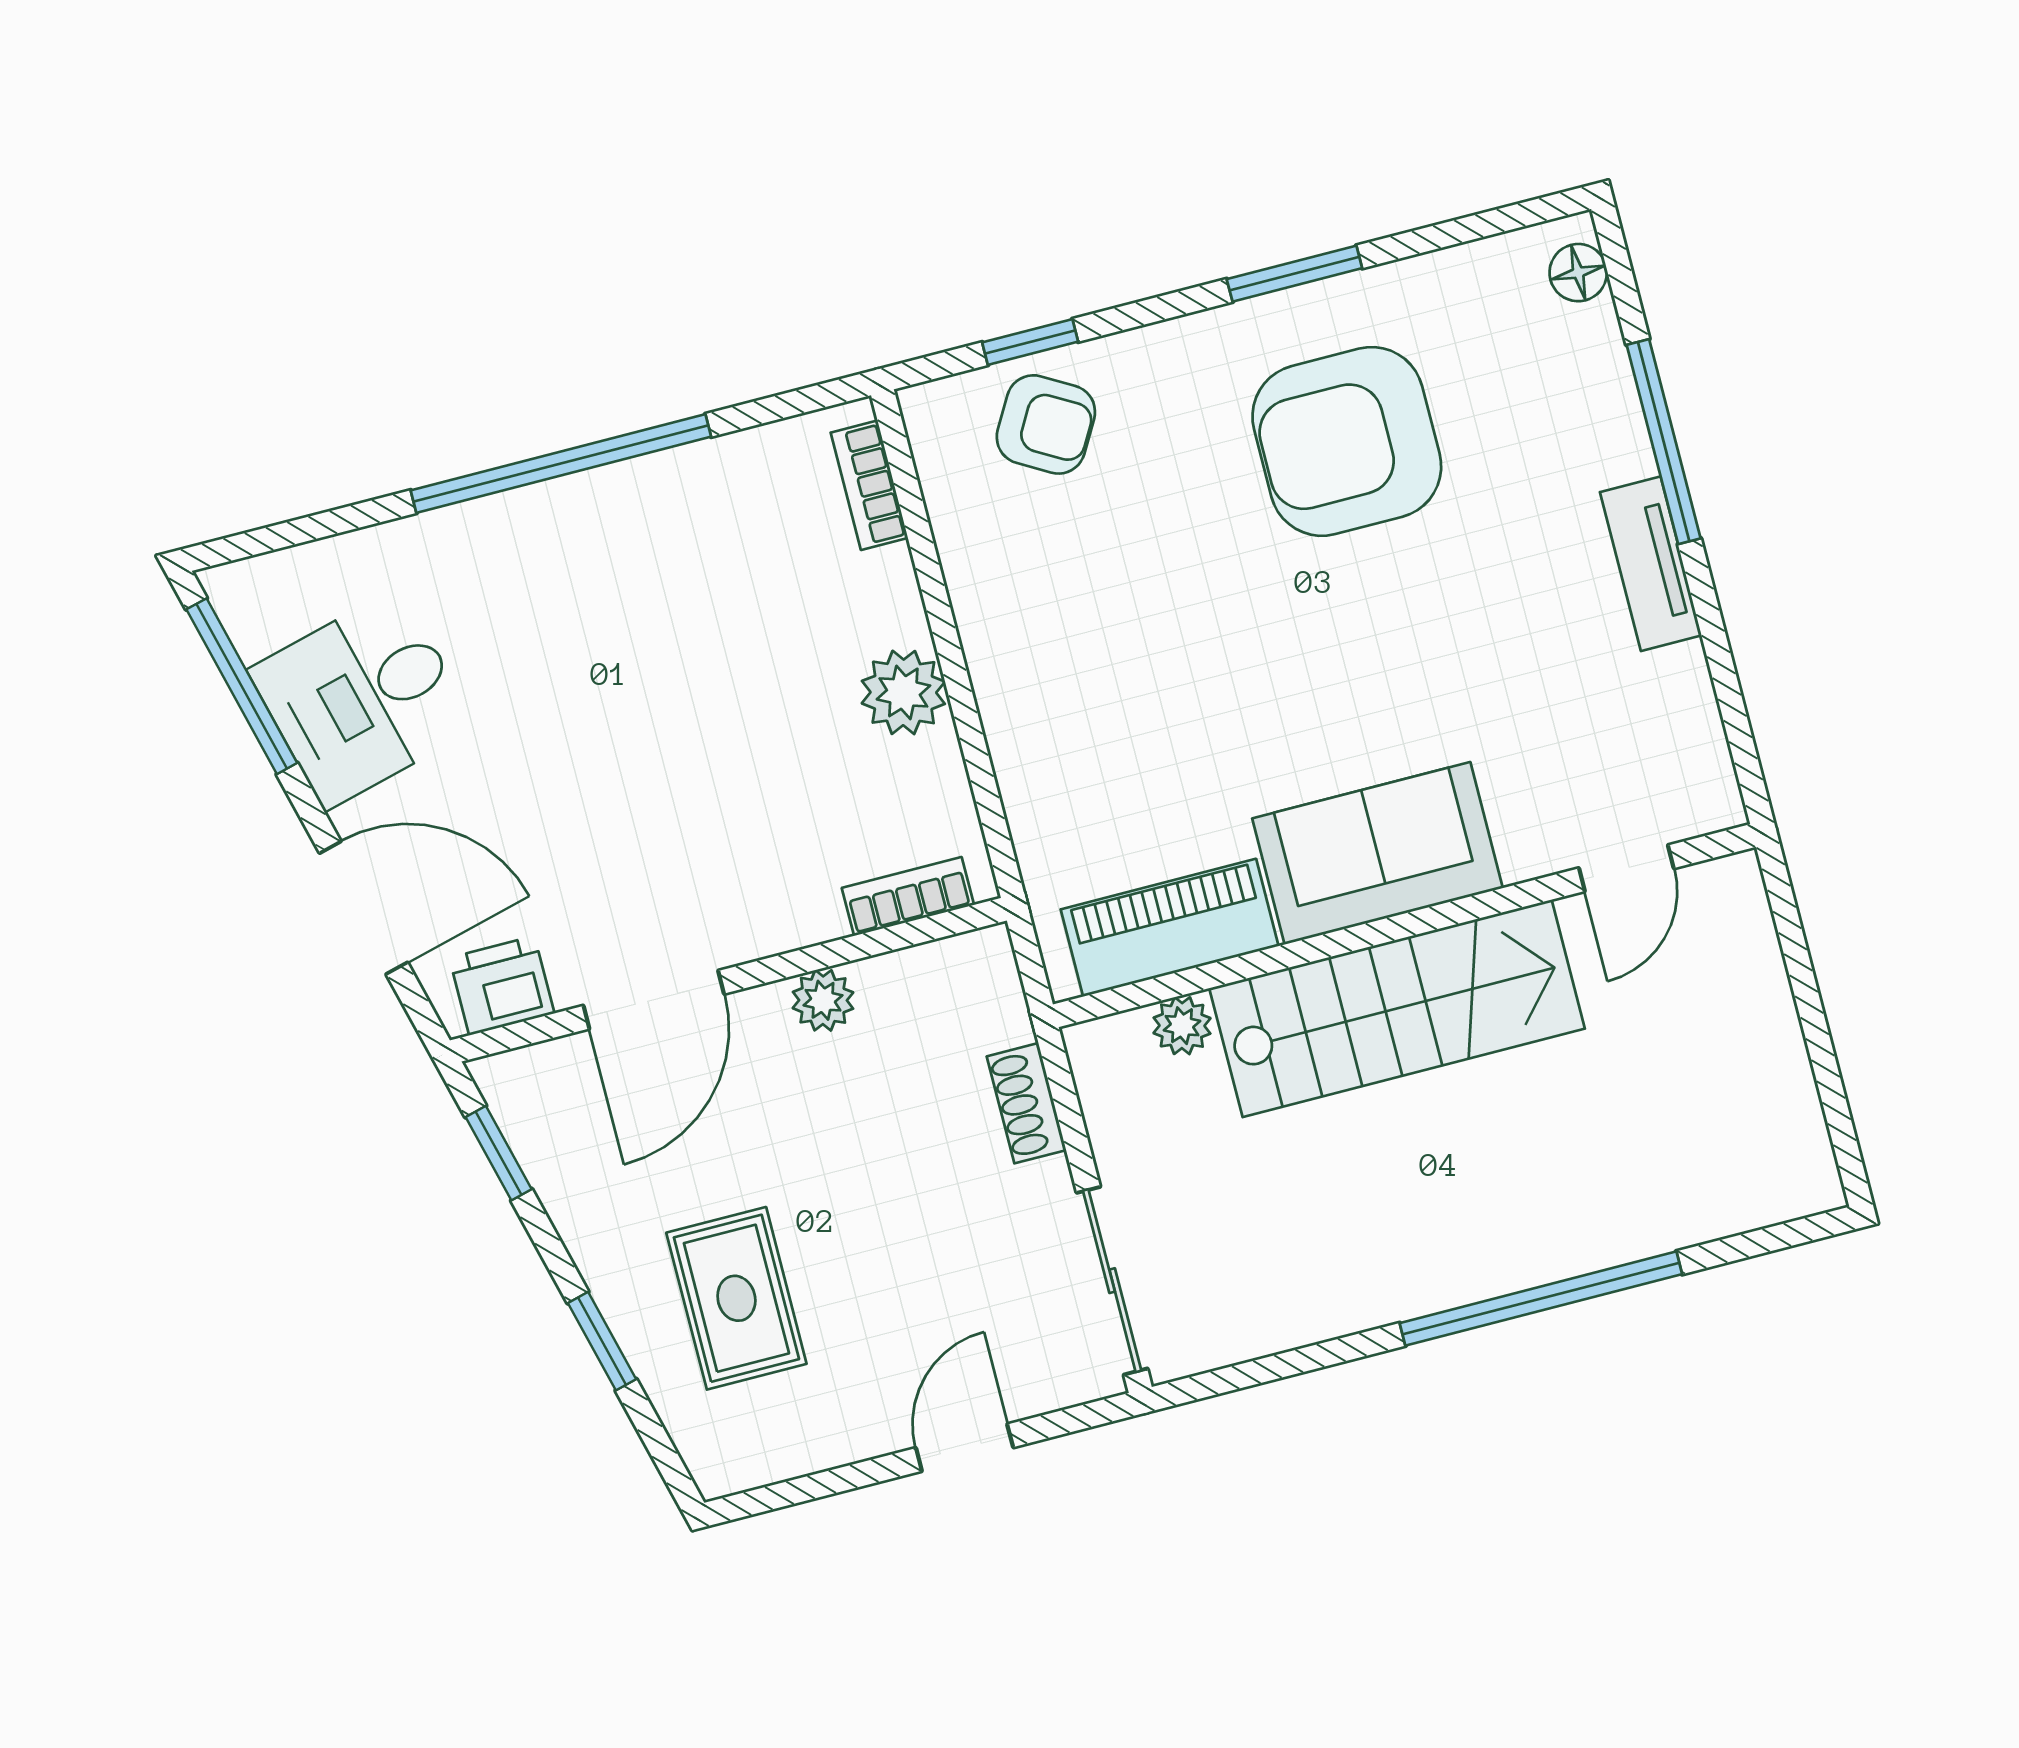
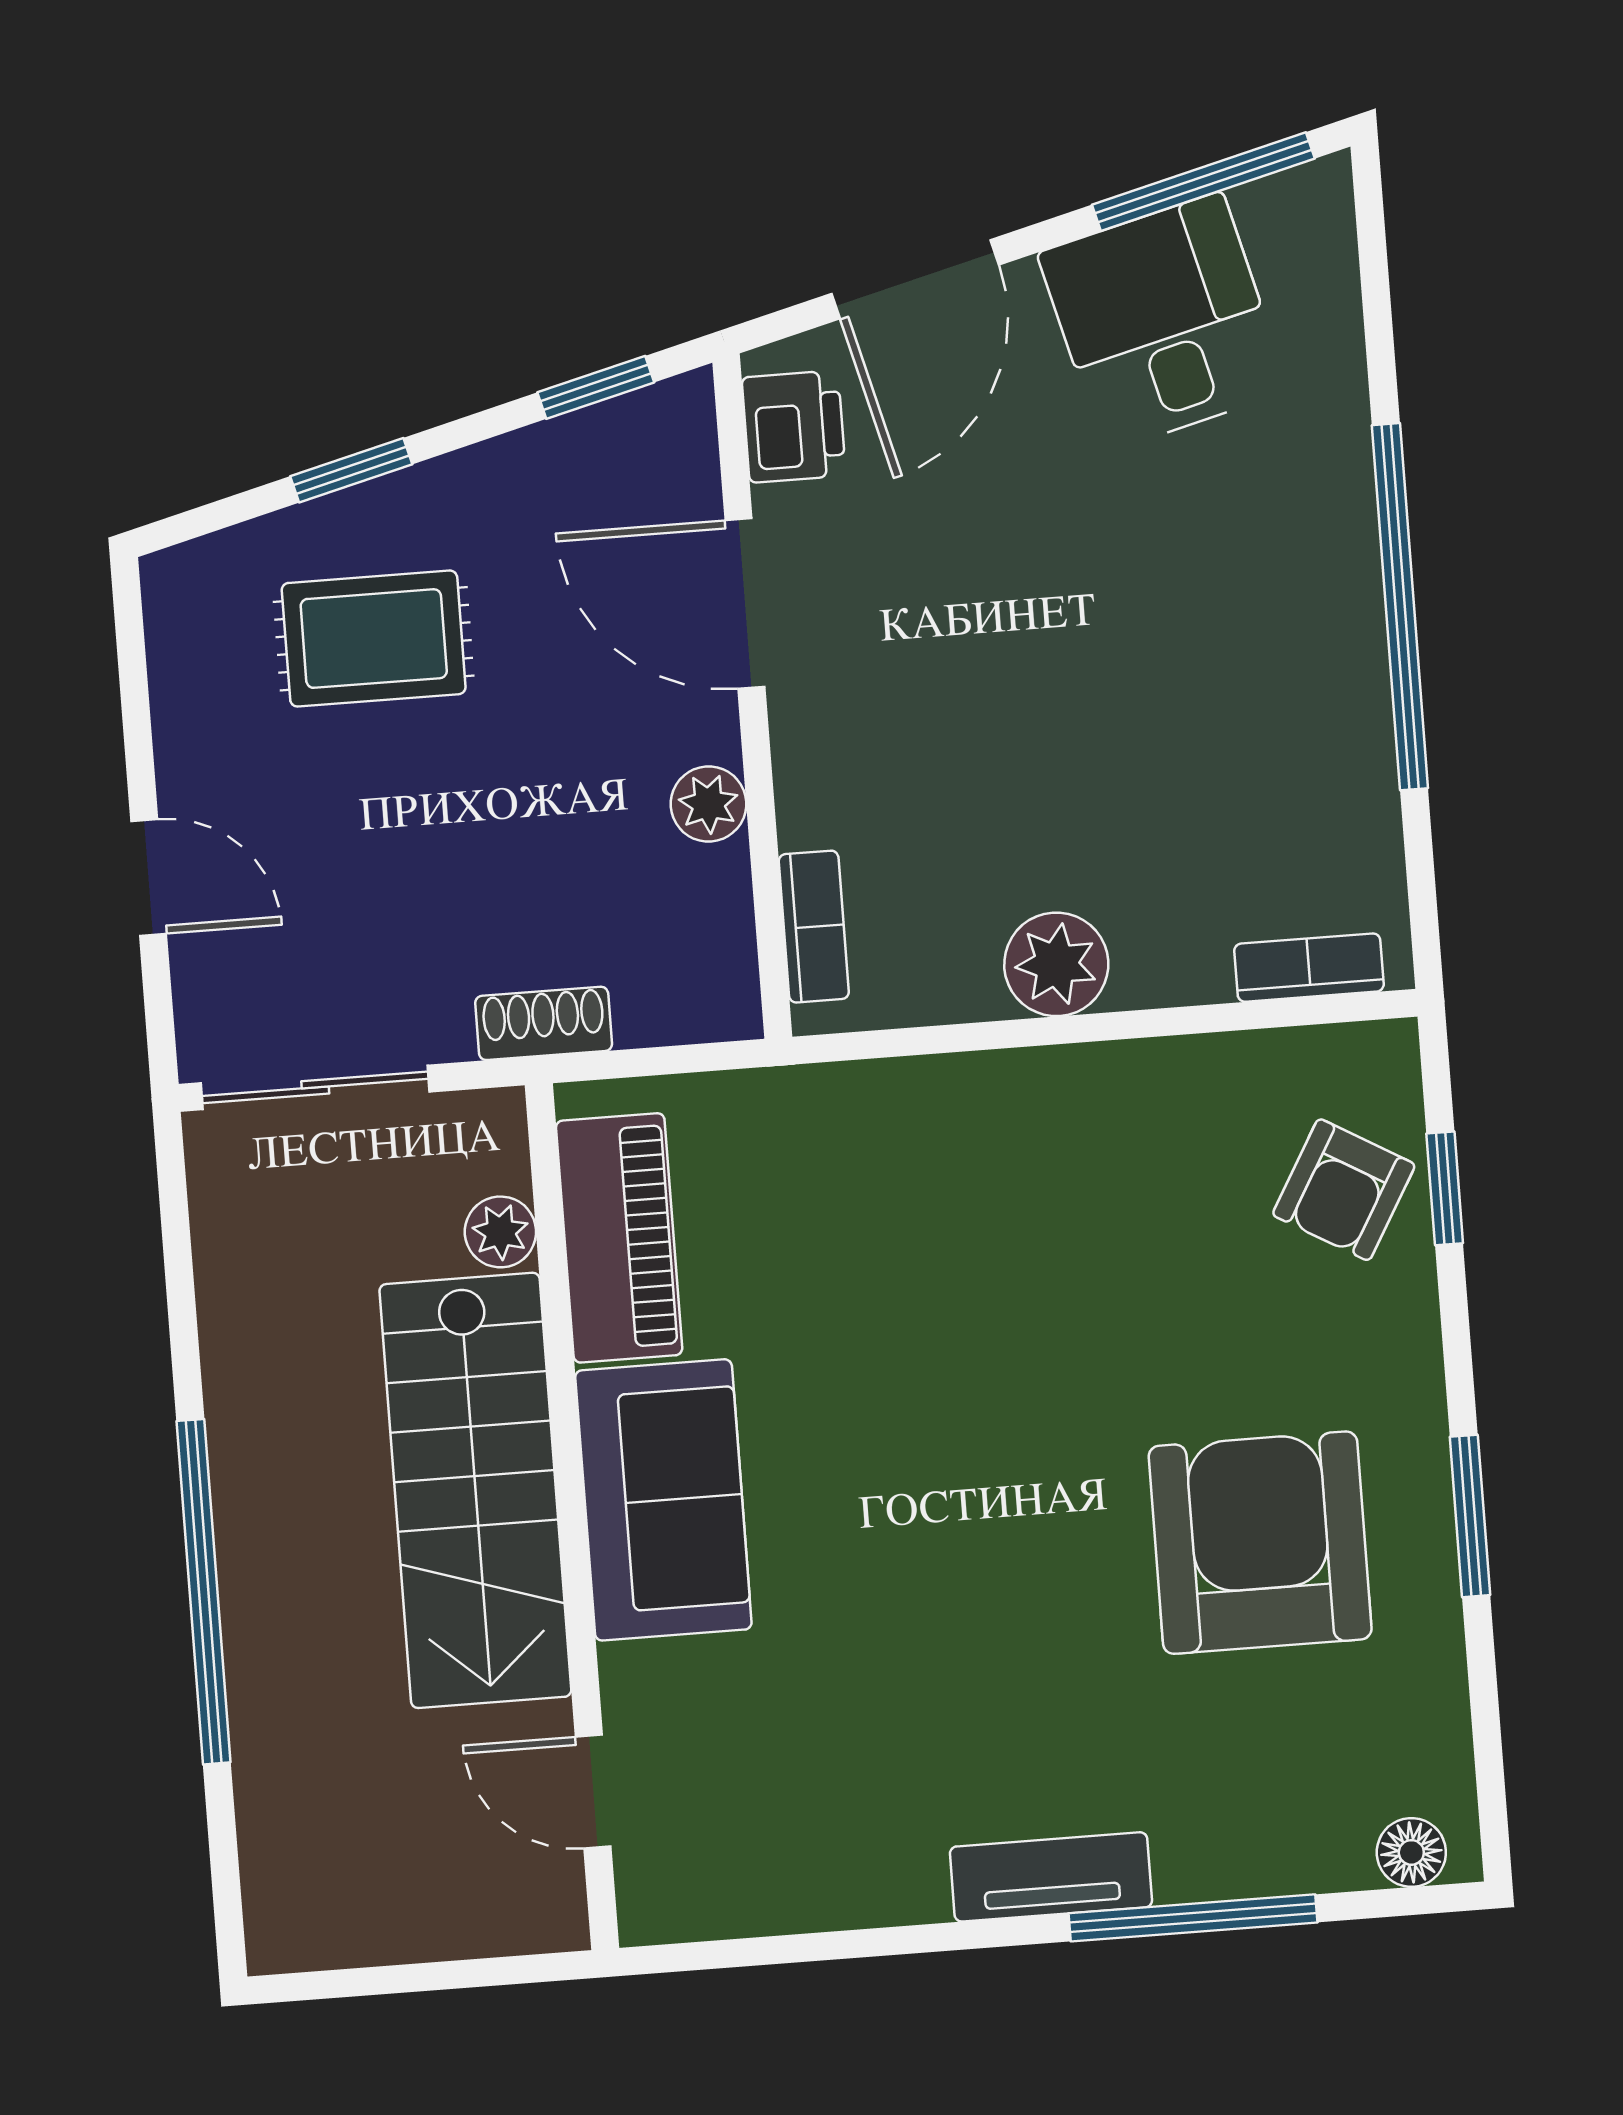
sofa: (1377, 853) -> (663, 1500), moved
door: (1626, 868) -> (593, 1792), moved
wall: (1404, 926) -> (572, 1517), moved
piano: (1170, 928) -> (619, 1238), moved
stairs: (1397, 1008) -> (475, 1490), moved
plant: (1182, 1026) -> (500, 1232), moved

